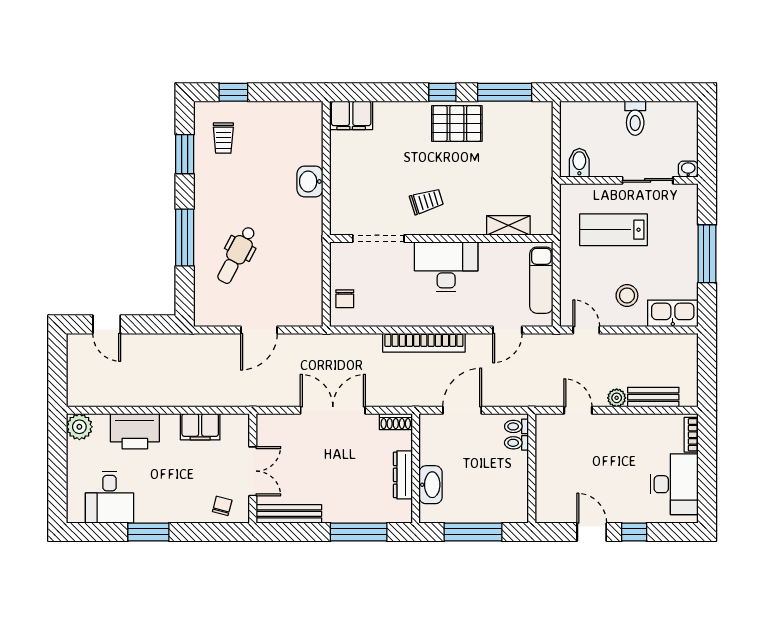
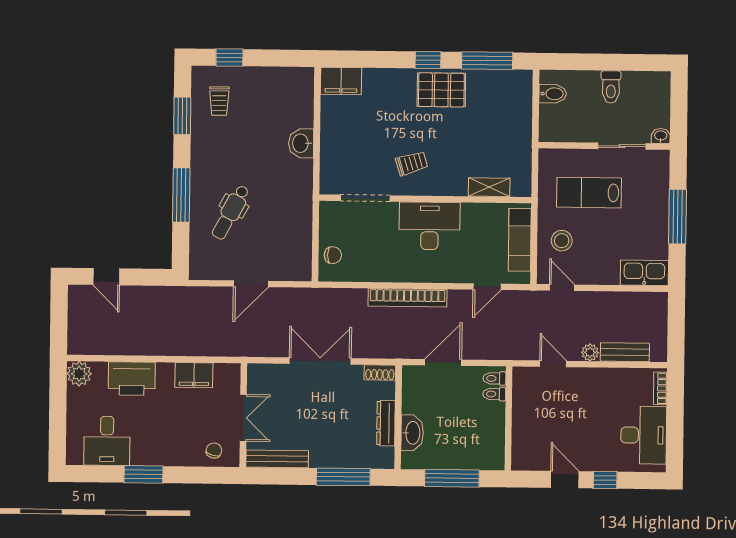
bidet: (579, 163) -> (553, 94), moved, turned 90
stool: (627, 295) -> (562, 241), moved
chair: (345, 299) -> (333, 255), turned -90

